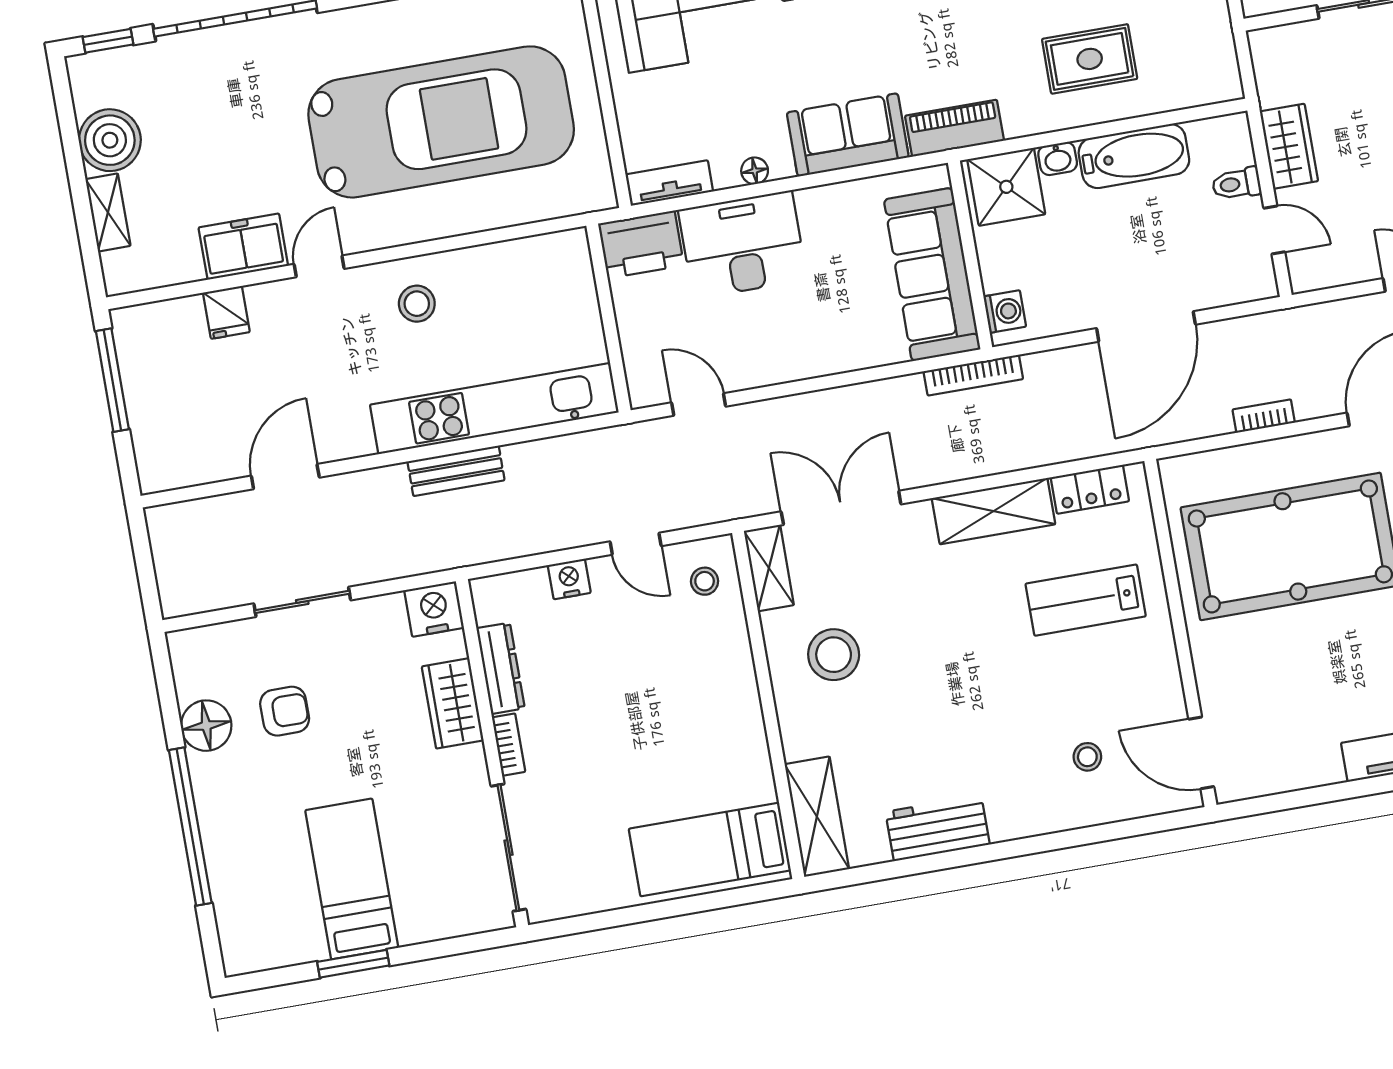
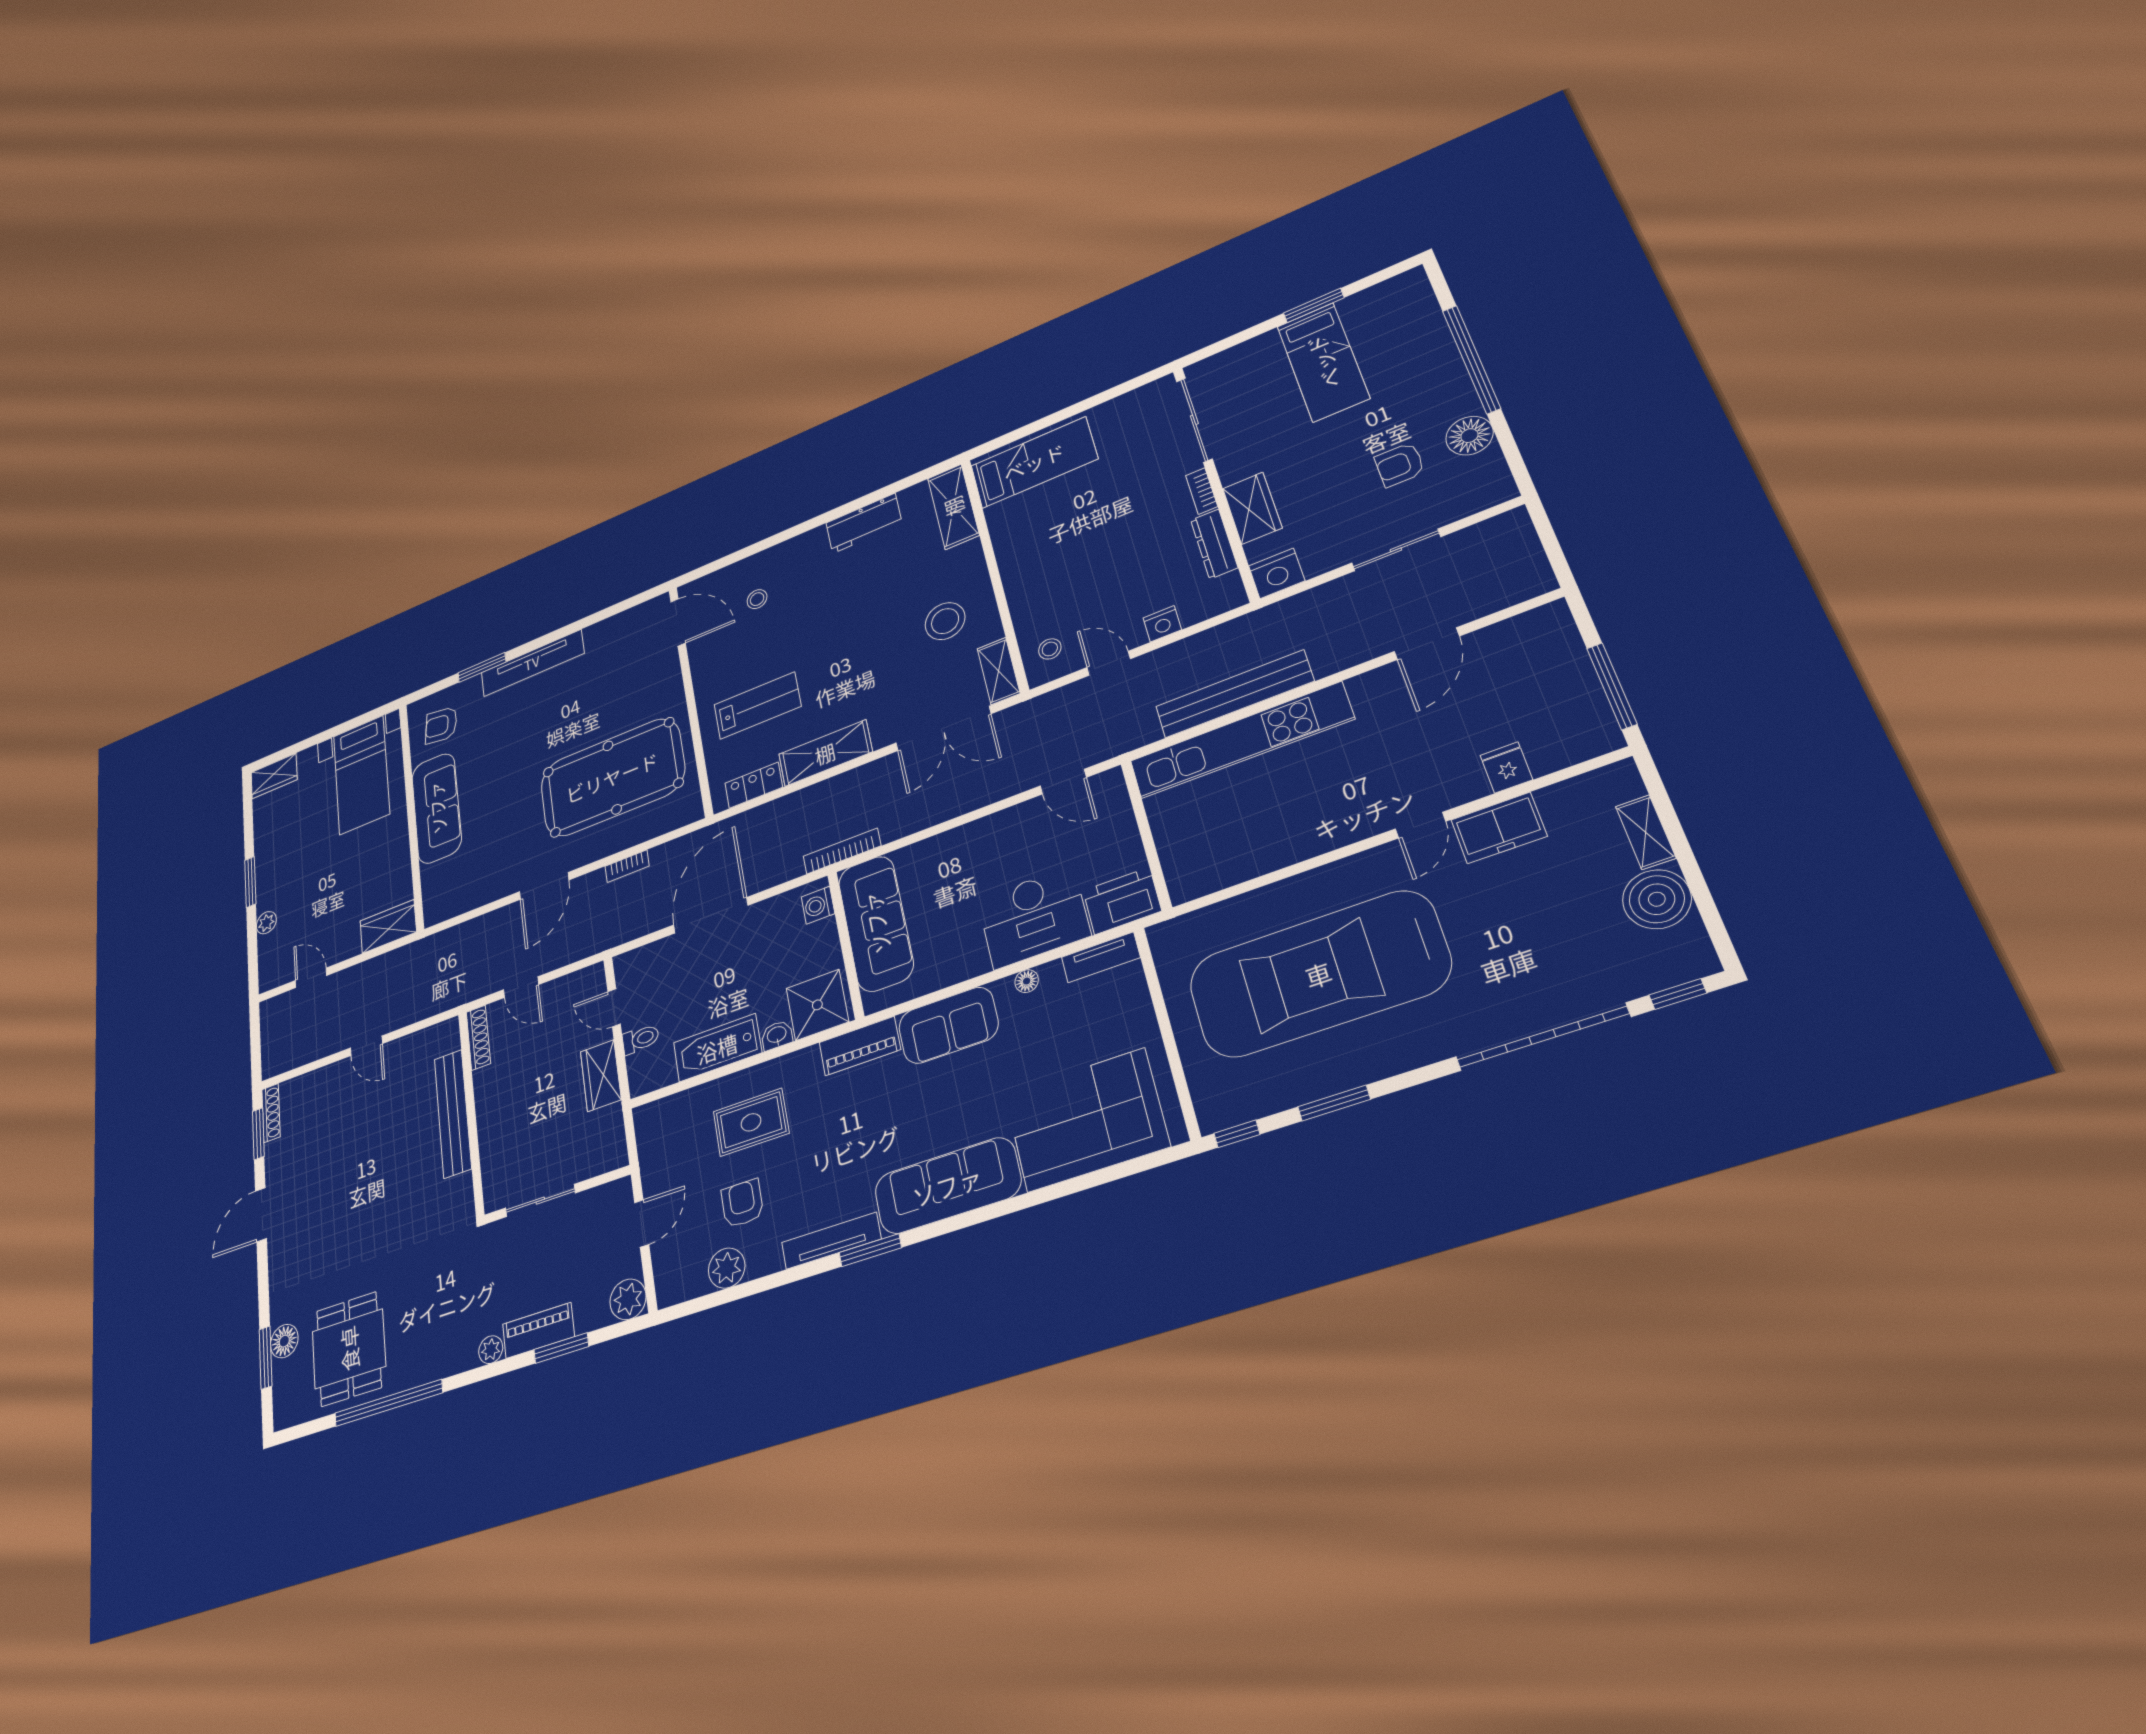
stool: (417, 304) -> (1322, 812), removed
bench: (456, 471) -> (1234, 694), width x1.86, depth x1.21

